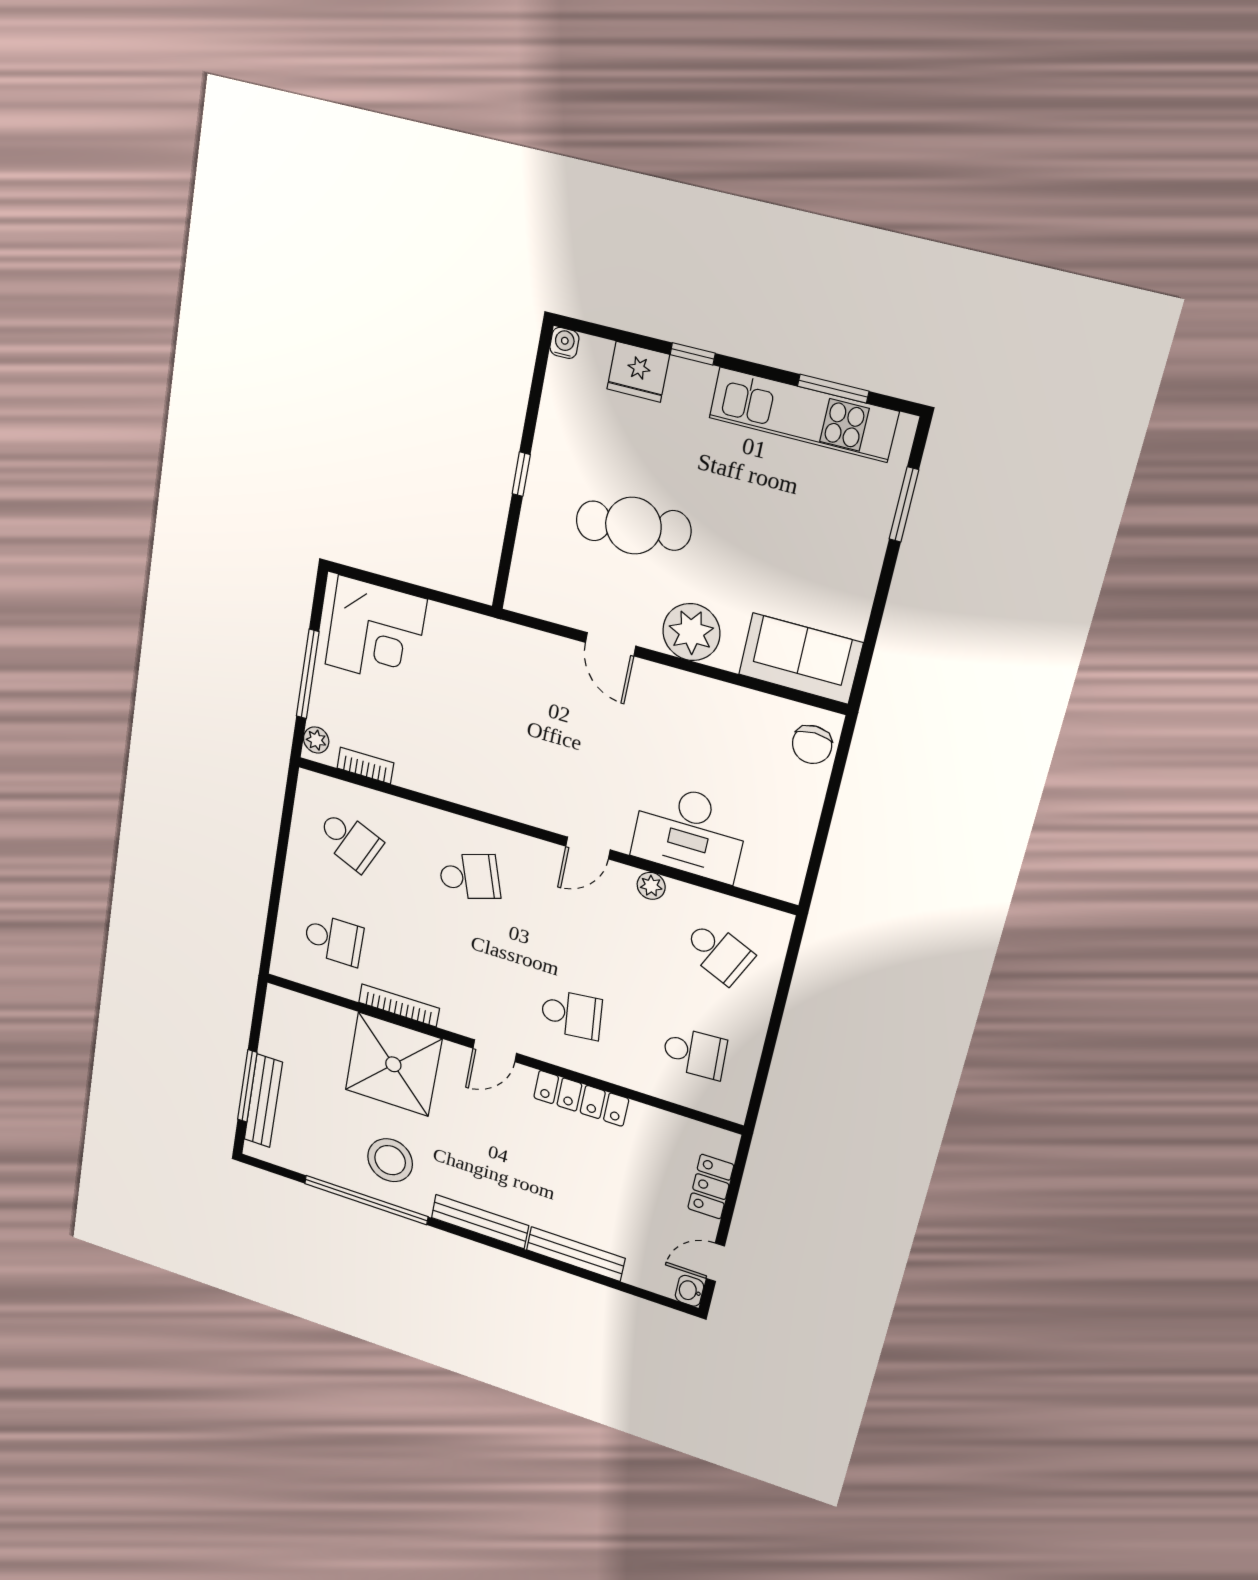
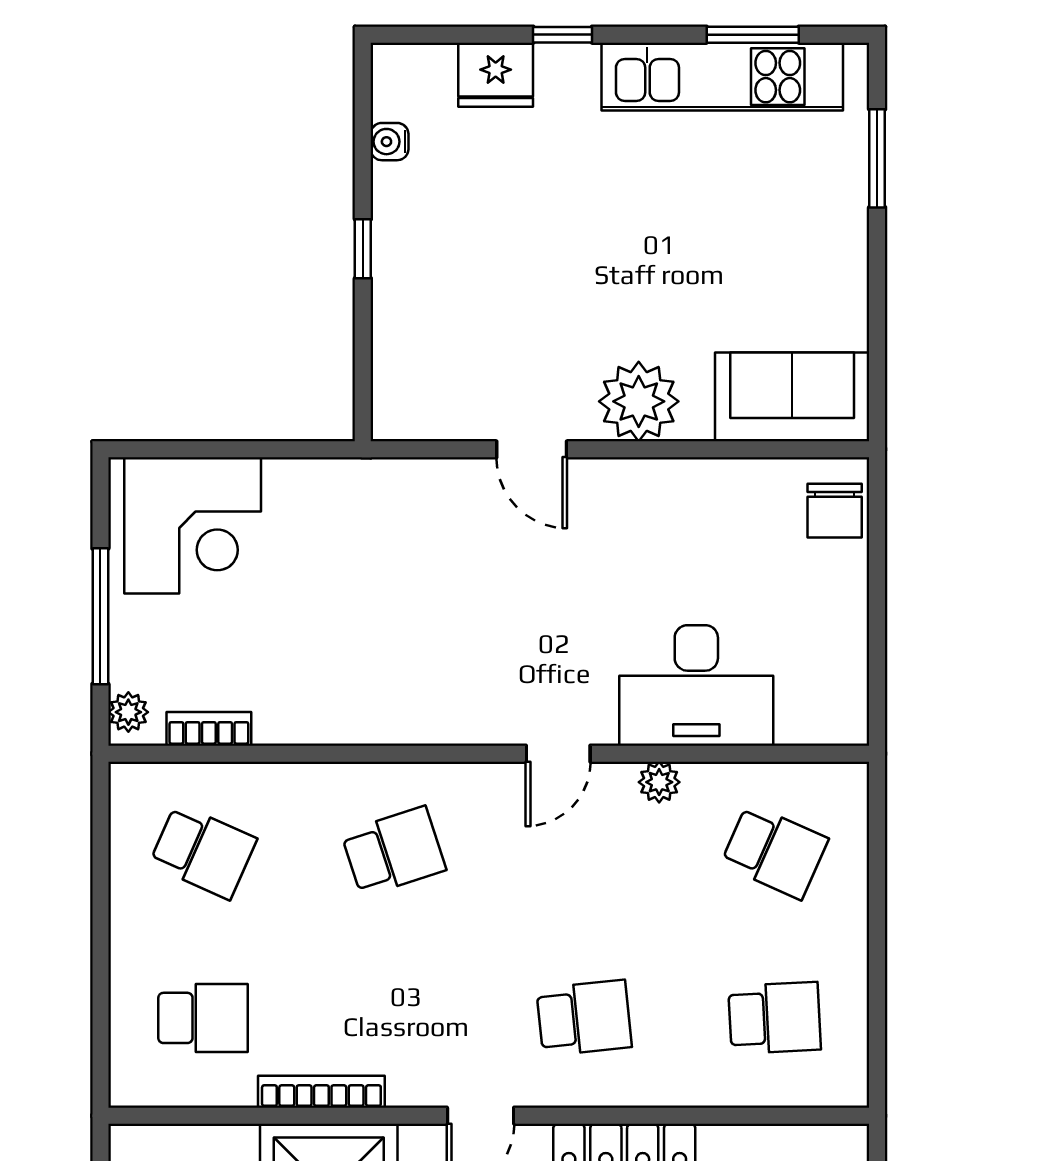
water cooler: (564, 343) -> (389, 142), moved, turned -90
cafe table: (633, 526) -> (530, 278), removed

